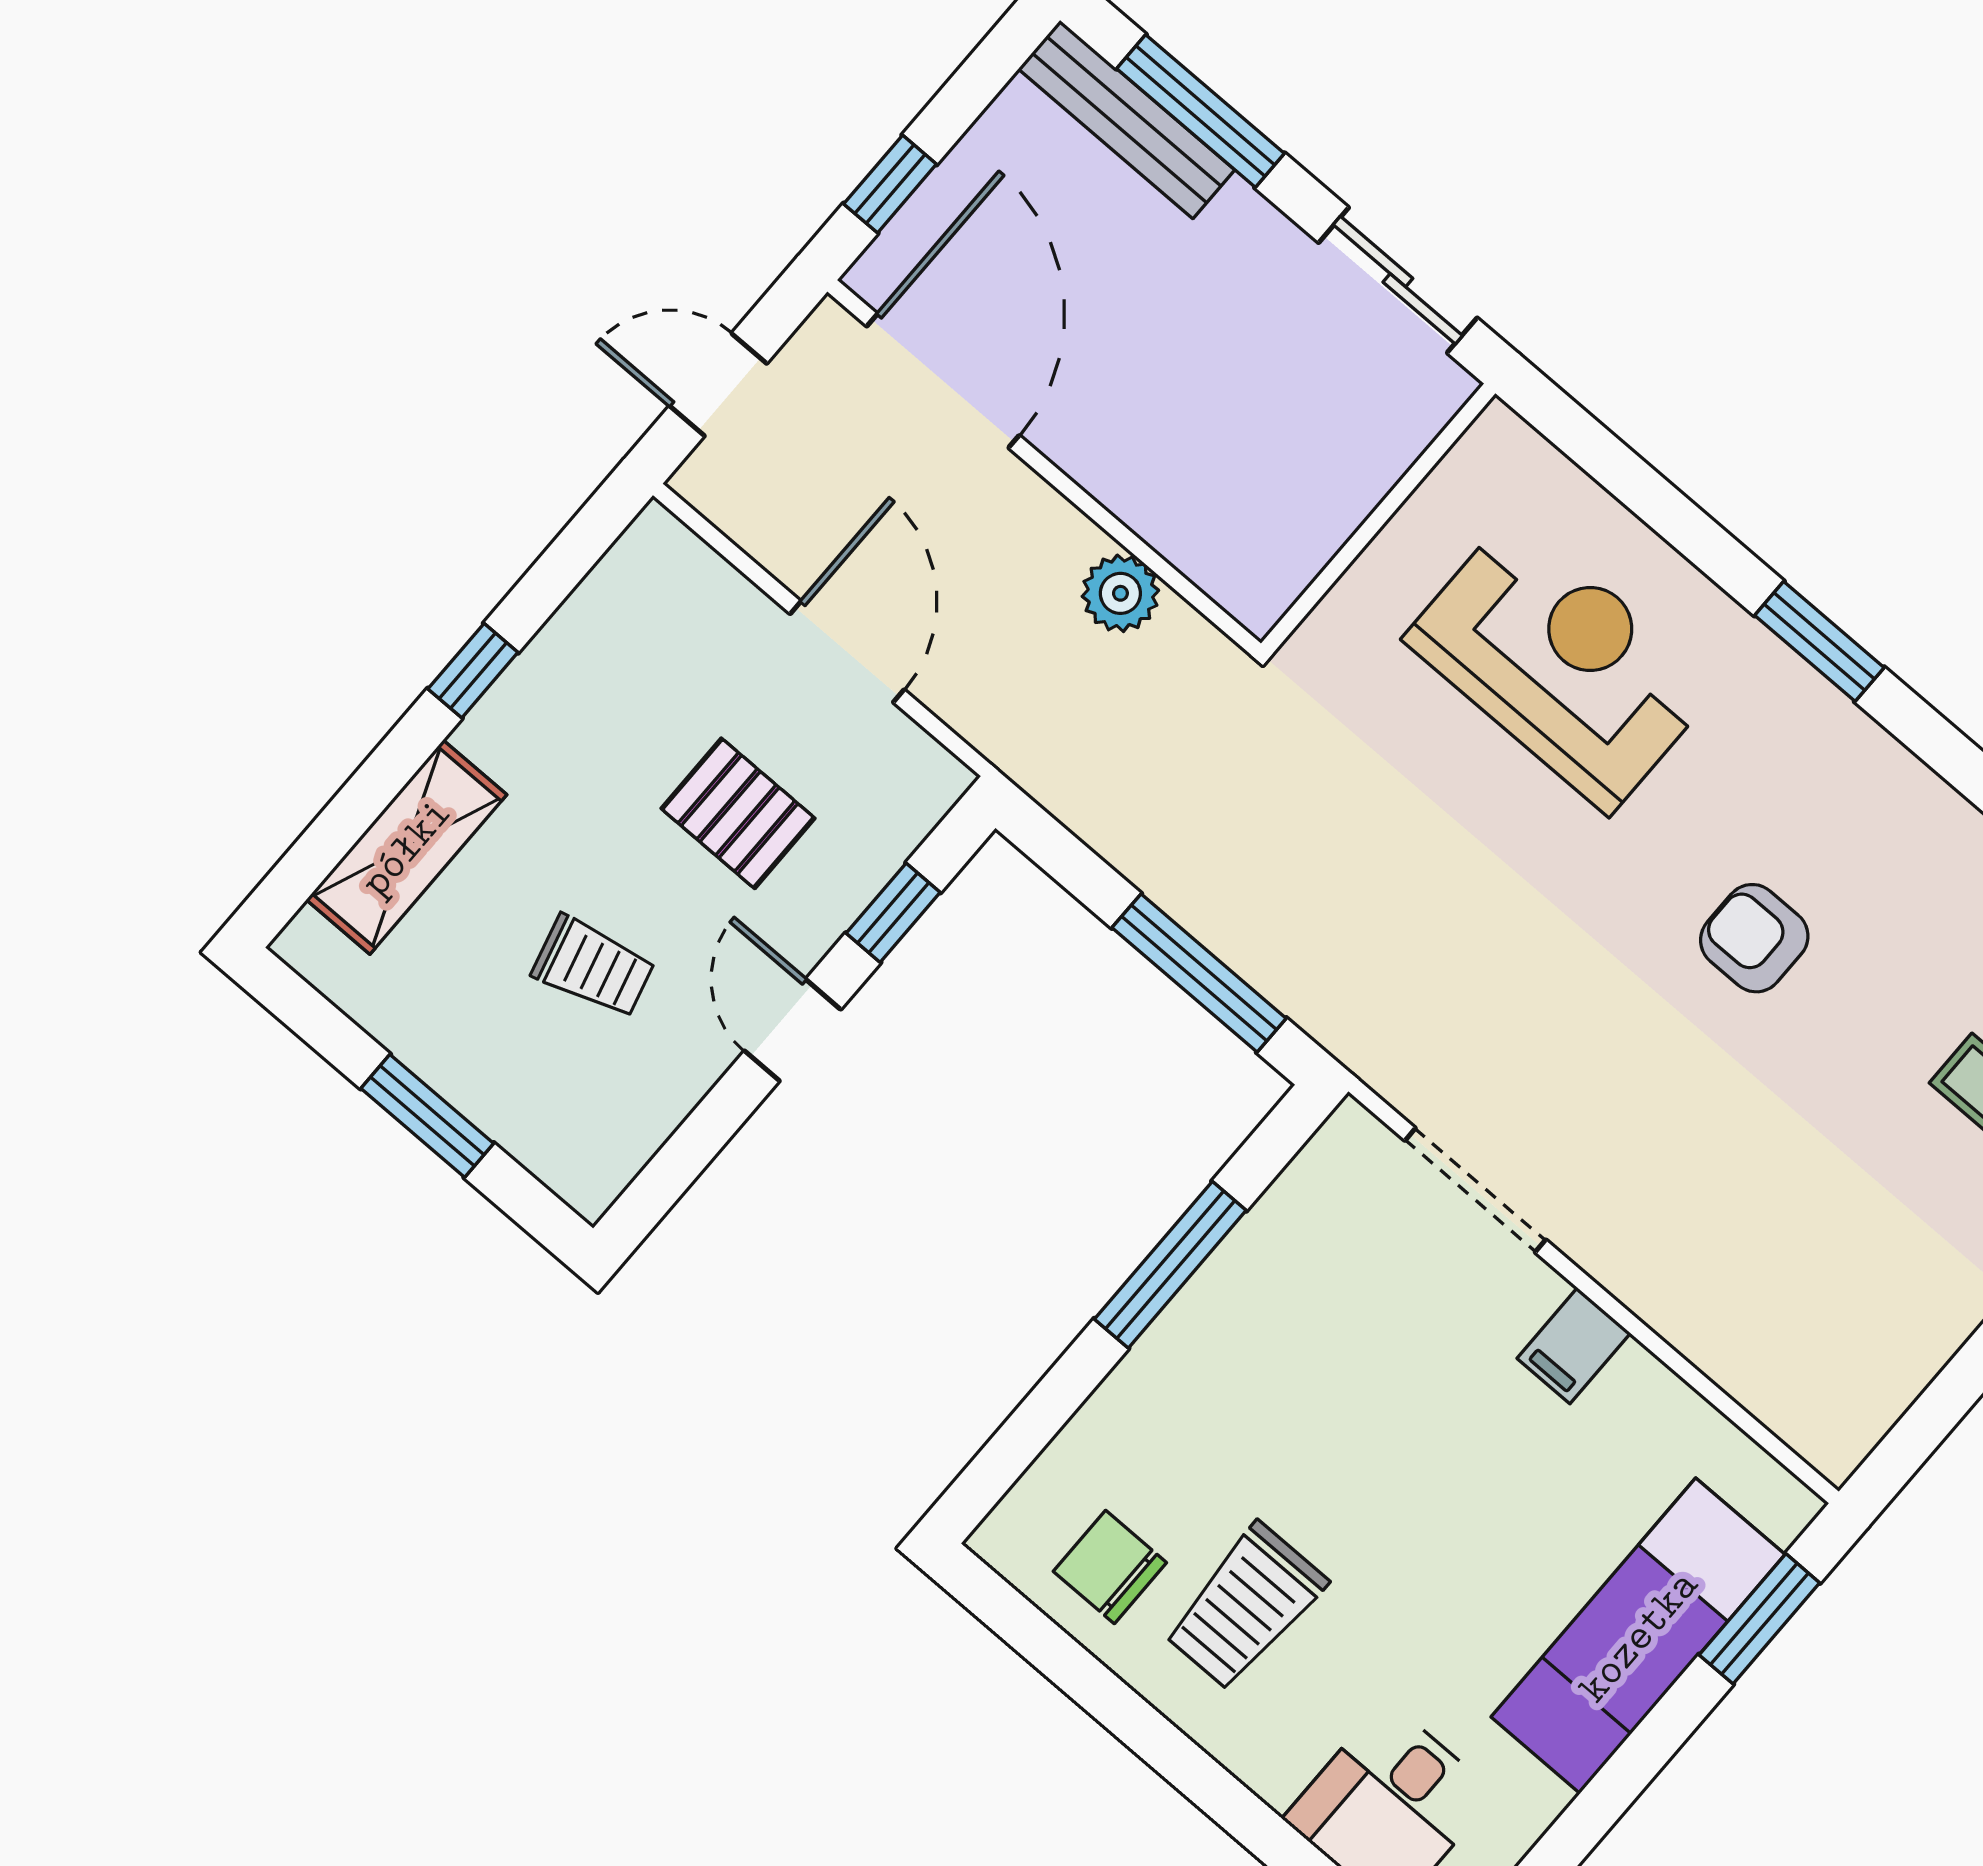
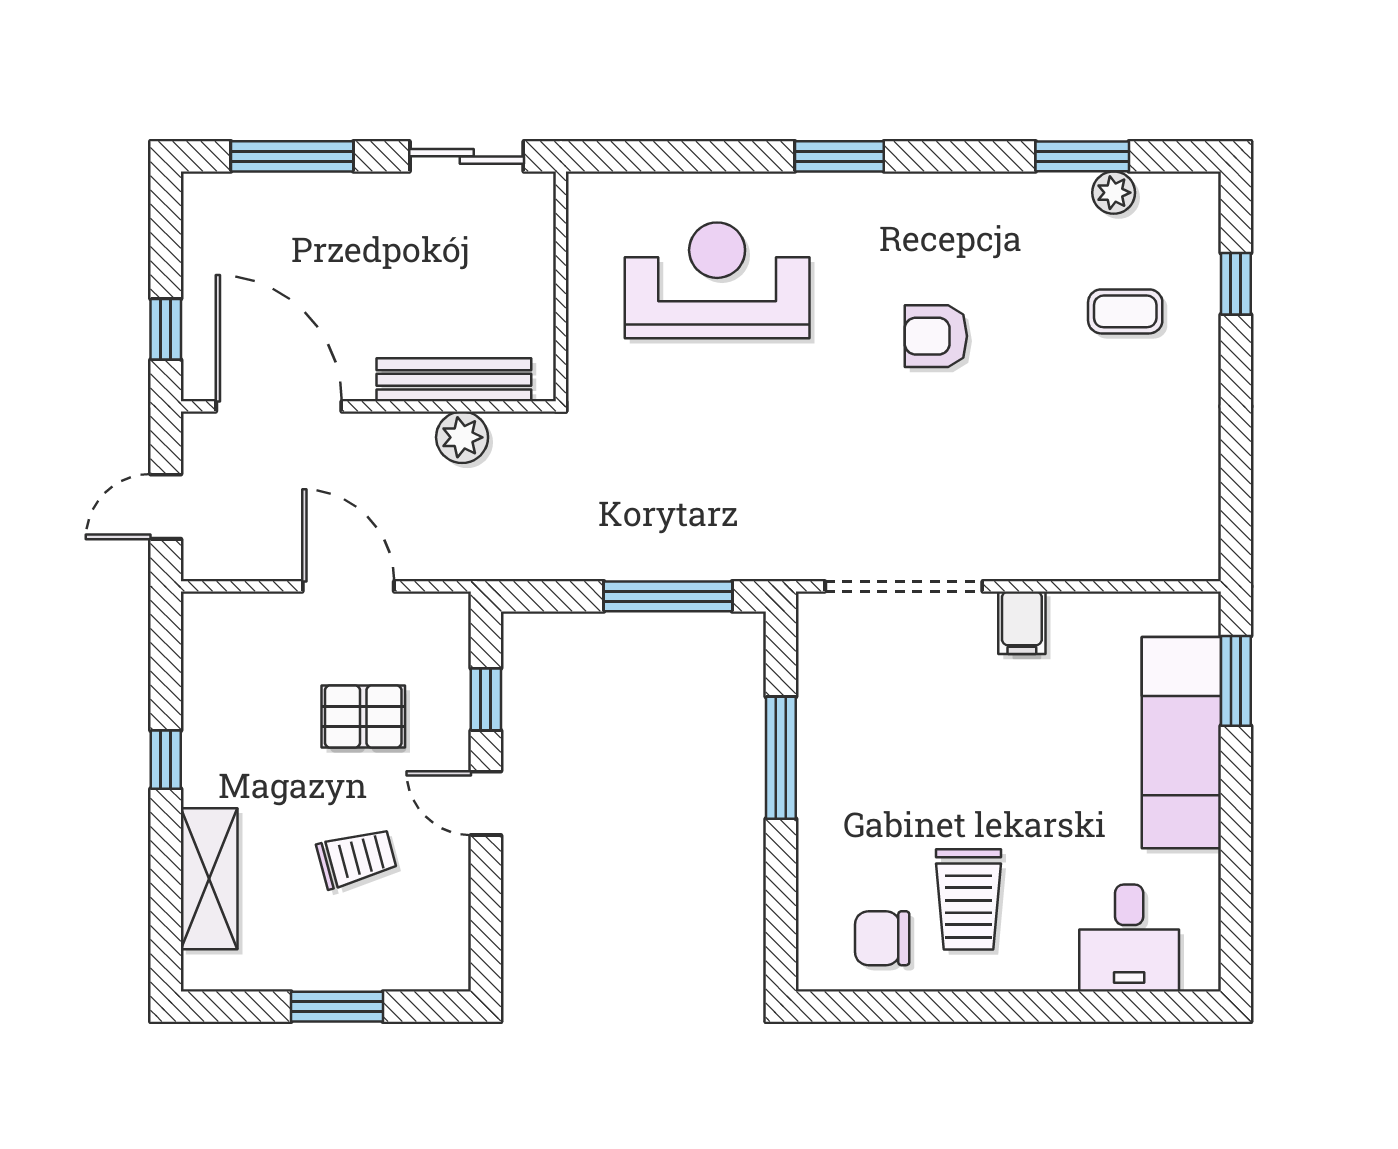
bench: (1126, 119) -> (454, 380), moved
doorway: (1475, 1190) -> (904, 586), width x1.36

